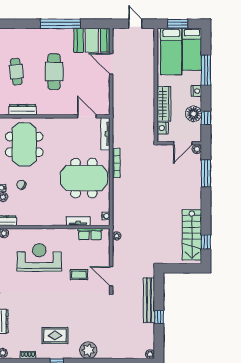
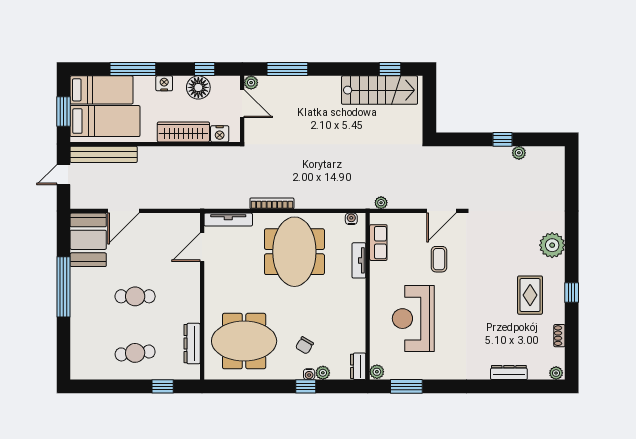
cafe table: (54, 72) -> (135, 296), width x0.73, depth x0.74
bench: (149, 300) -> (104, 154), moved
plant: (150, 354) -> (519, 153), moved

